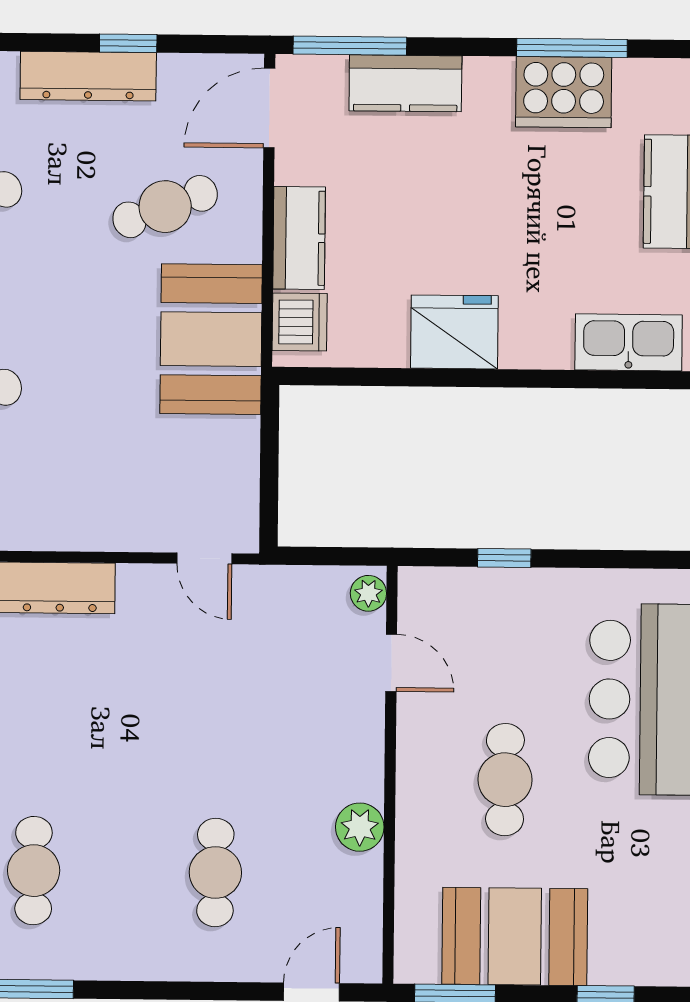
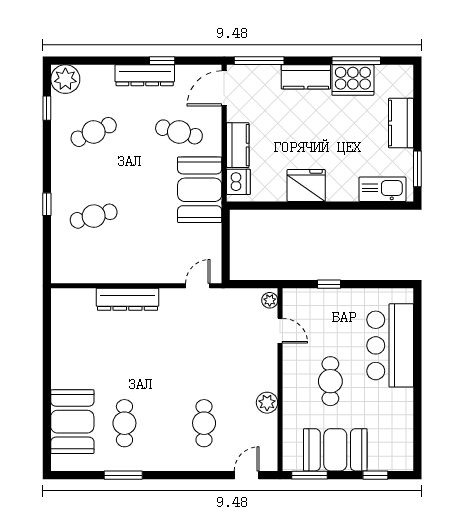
kitchen counter: (405, 83) -> (306, 77), moved
cafe table: (165, 207) -> (179, 132), turned 36
door: (204, 558) -> (198, 286), swing flipped

